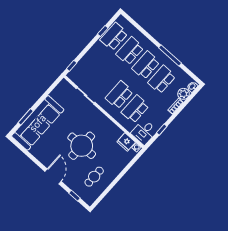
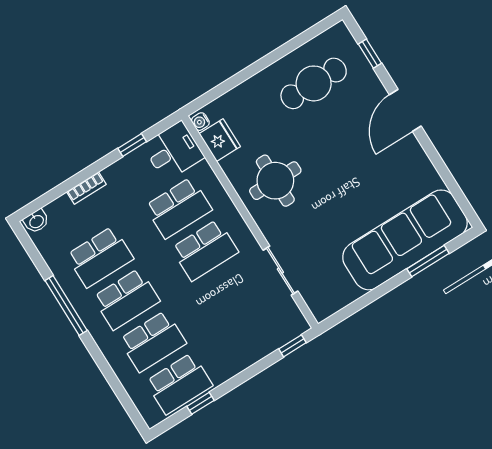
plant: (183, 94) -> (61, 211), removed
round table: (82, 146) -> (275, 181), moved, width x0.73, depth x0.73
cafe table: (94, 177) -> (314, 83), width x1.37, depth x1.35

